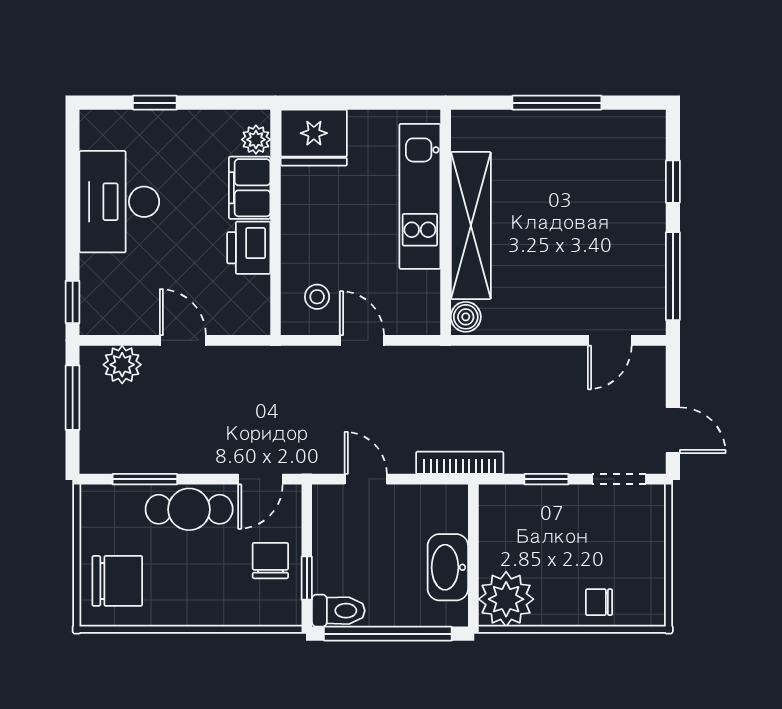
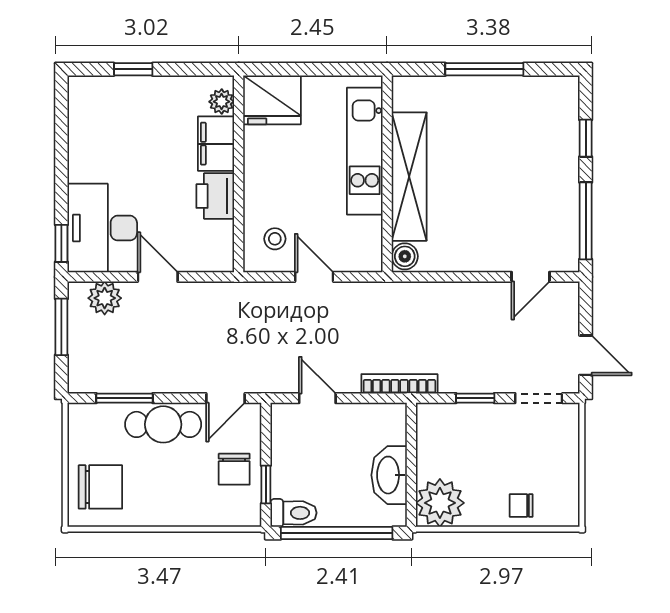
desk: (119, 202) -> (102, 228), moved
chair: (270, 561) -> (234, 469), turned 180

